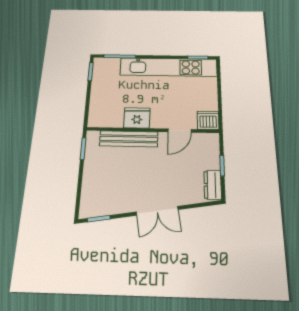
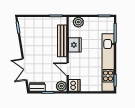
plant: (98, 112) -> (78, 22), added
plant: (210, 142) -> (61, 86), added
double door: (157, 211) -> (25, 69), moved

